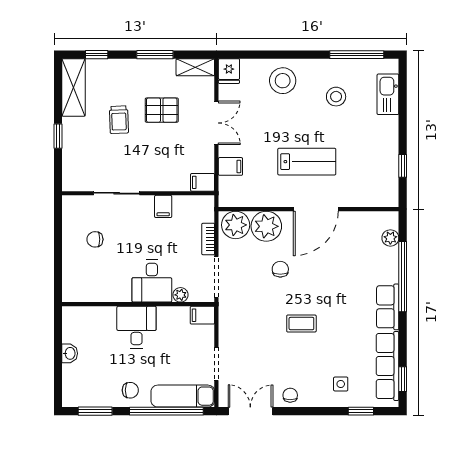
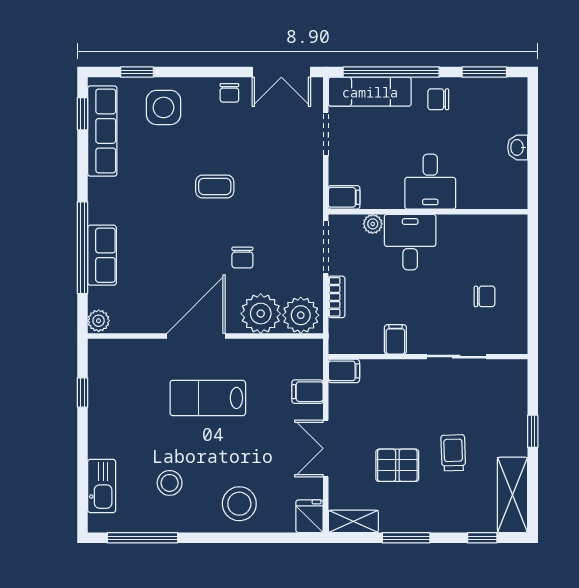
plant: (390, 238) -> (99, 321), moved
row of seats: (388, 307) -> (102, 255), moved
side table: (341, 384) -> (164, 107), width x1.87, depth x1.87

